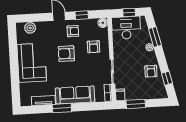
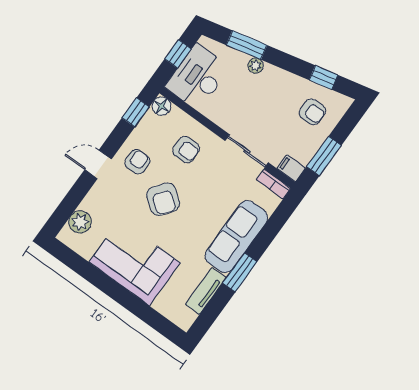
window: (82, 15) -> (136, 112), moved
armchair: (66, 54) -> (163, 199), turned -53
armchair: (151, 71) -> (312, 112), moved

